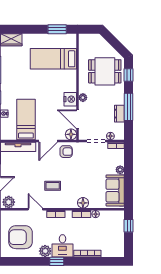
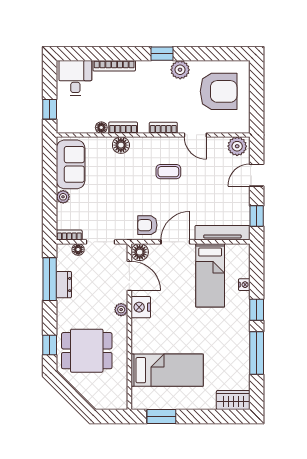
window: (129, 107) -> (50, 279), moved
desk: (62, 246) -> (75, 78), moved

